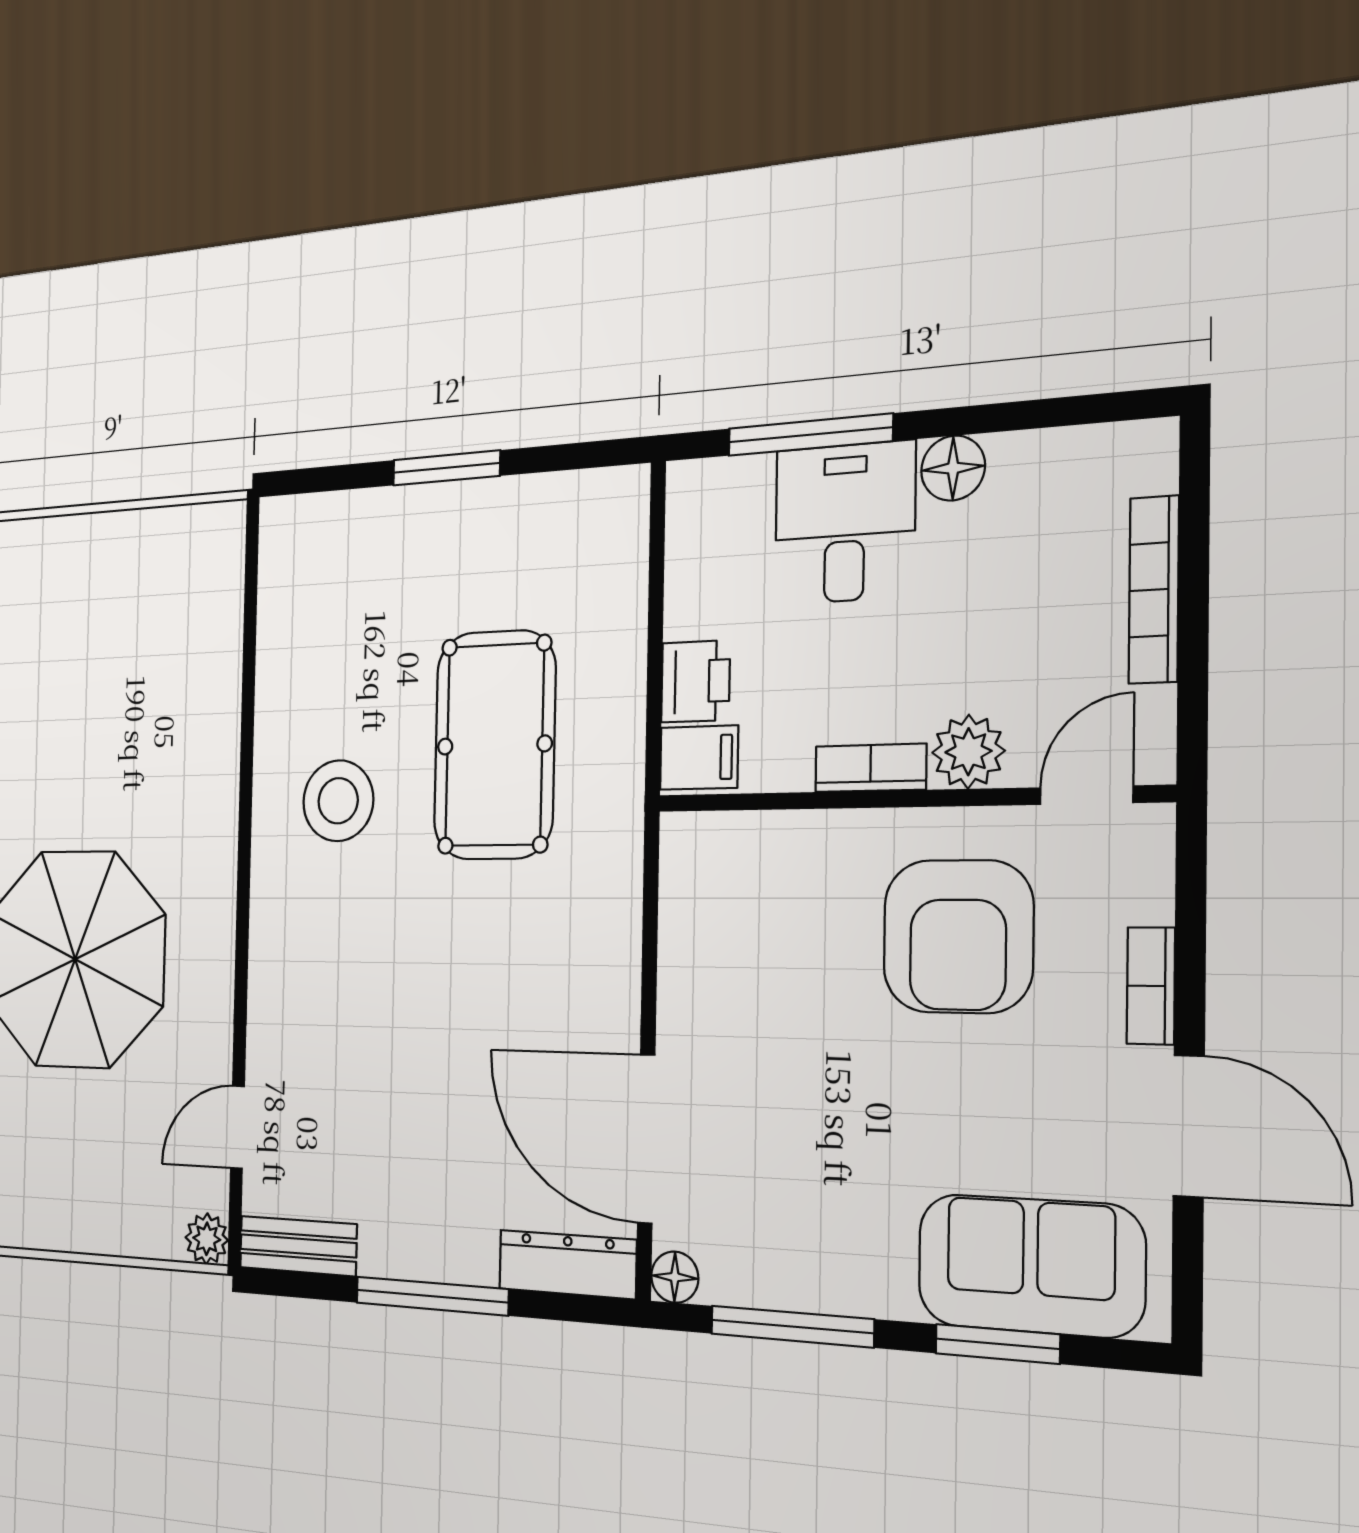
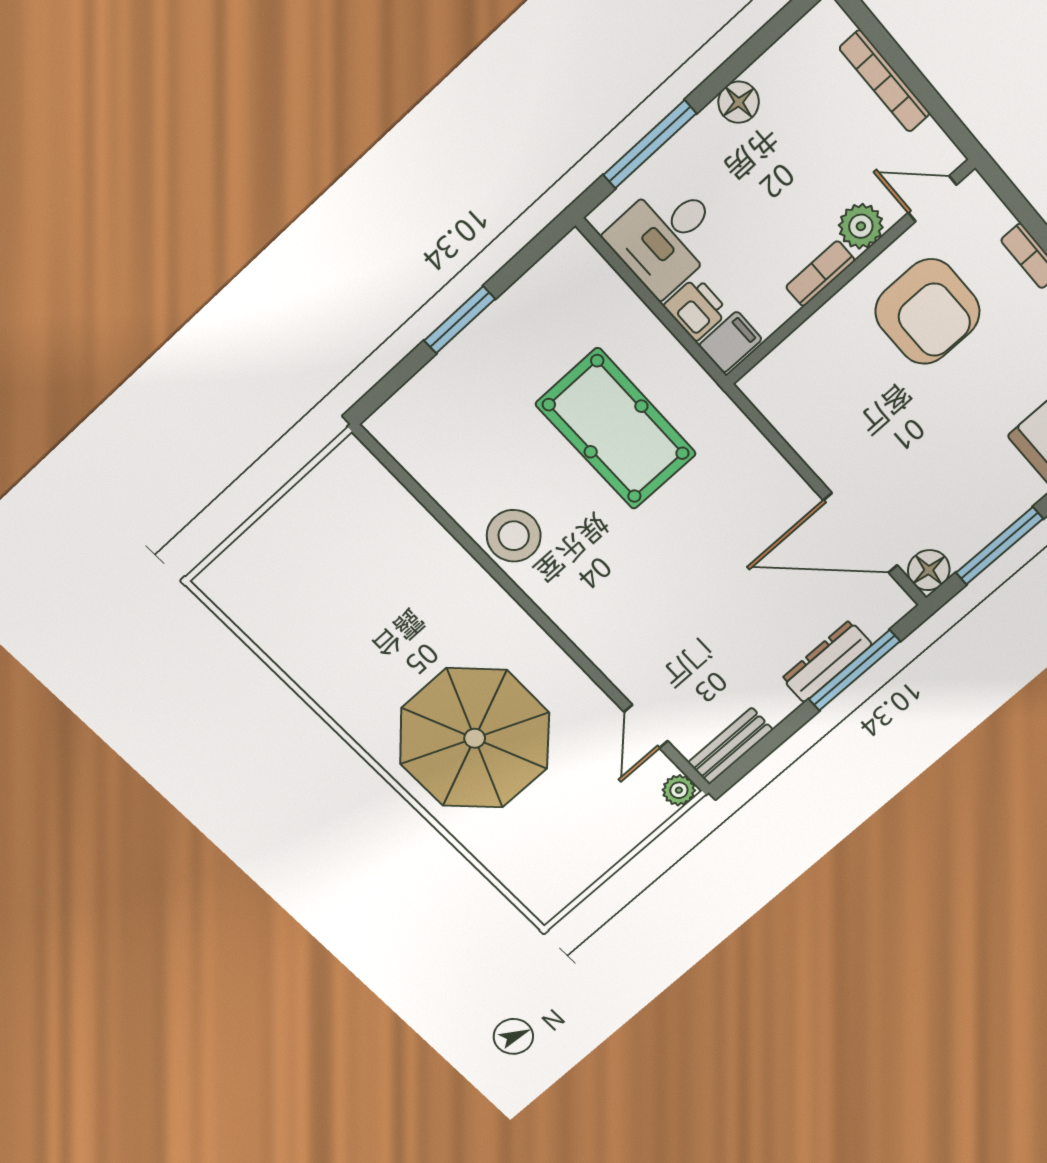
desk: (845, 523) -> (666, 237), moved, turned -90
door: (1086, 795) -> (932, 199), hinge flipped
stool: (338, 801) -> (514, 536), moved
dresser: (567, 1264) -> (827, 661), moved
floor lamp: (675, 1277) -> (929, 570), width x1.37, depth x1.37
window: (432, 1296) -> (854, 670), moved

